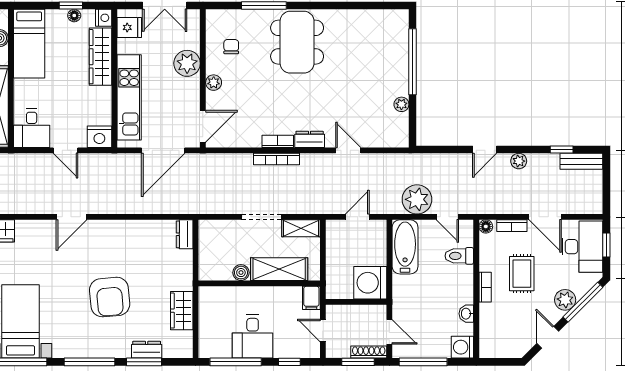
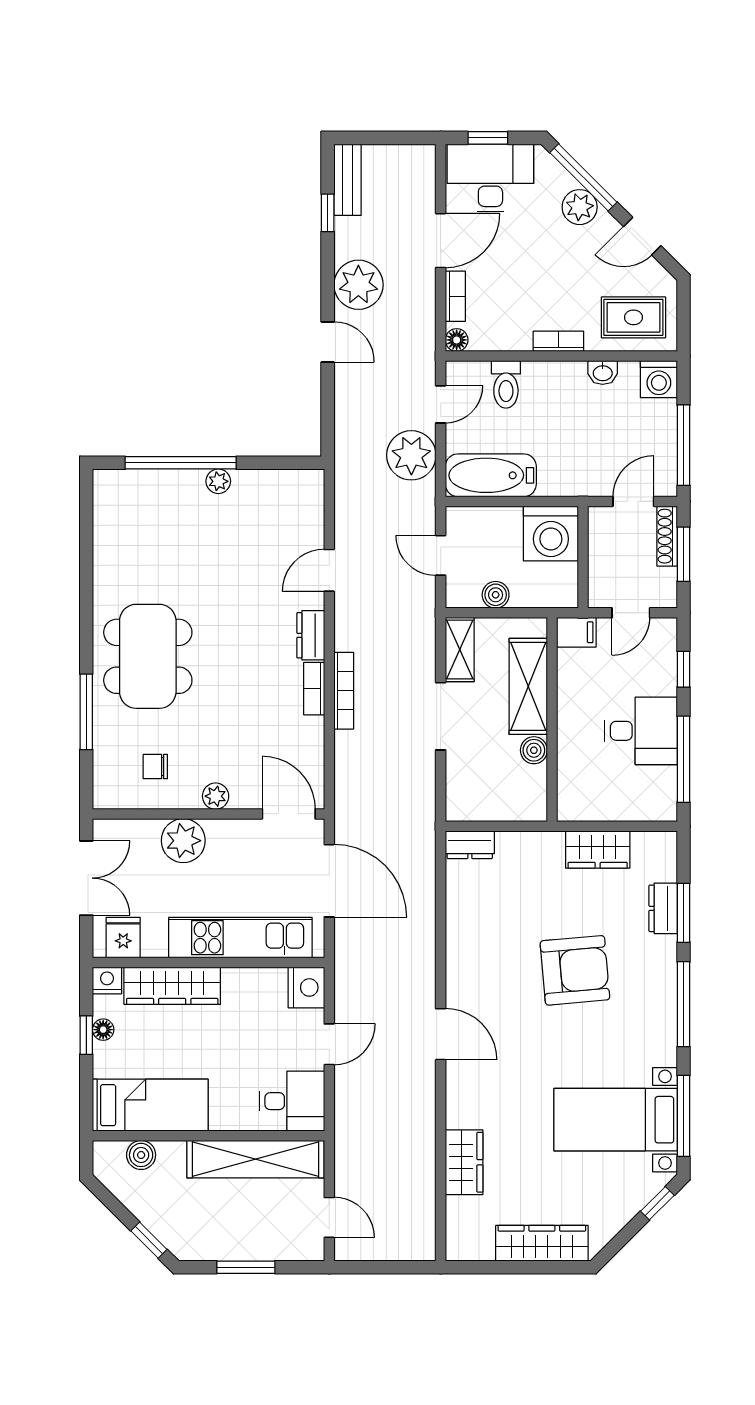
dining table: (297, 42) -> (148, 656), turned 90
plant: (401, 104) -> (218, 481), moved
plant: (519, 161) -> (358, 285), width x1.87, depth x1.87
boiler: (334, 250) -> (496, 595), added
rug: (522, 274) -> (633, 317), moved

